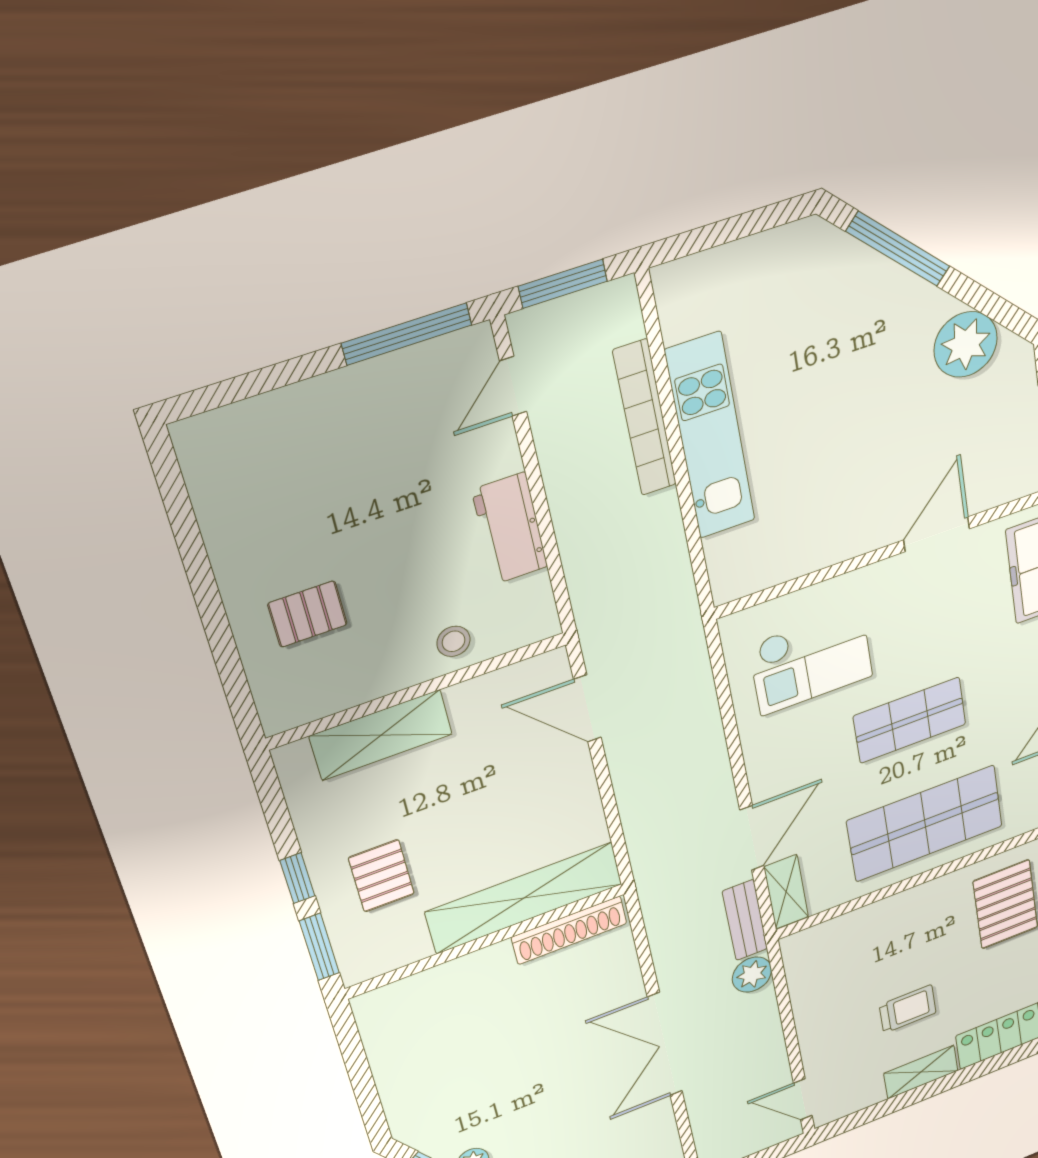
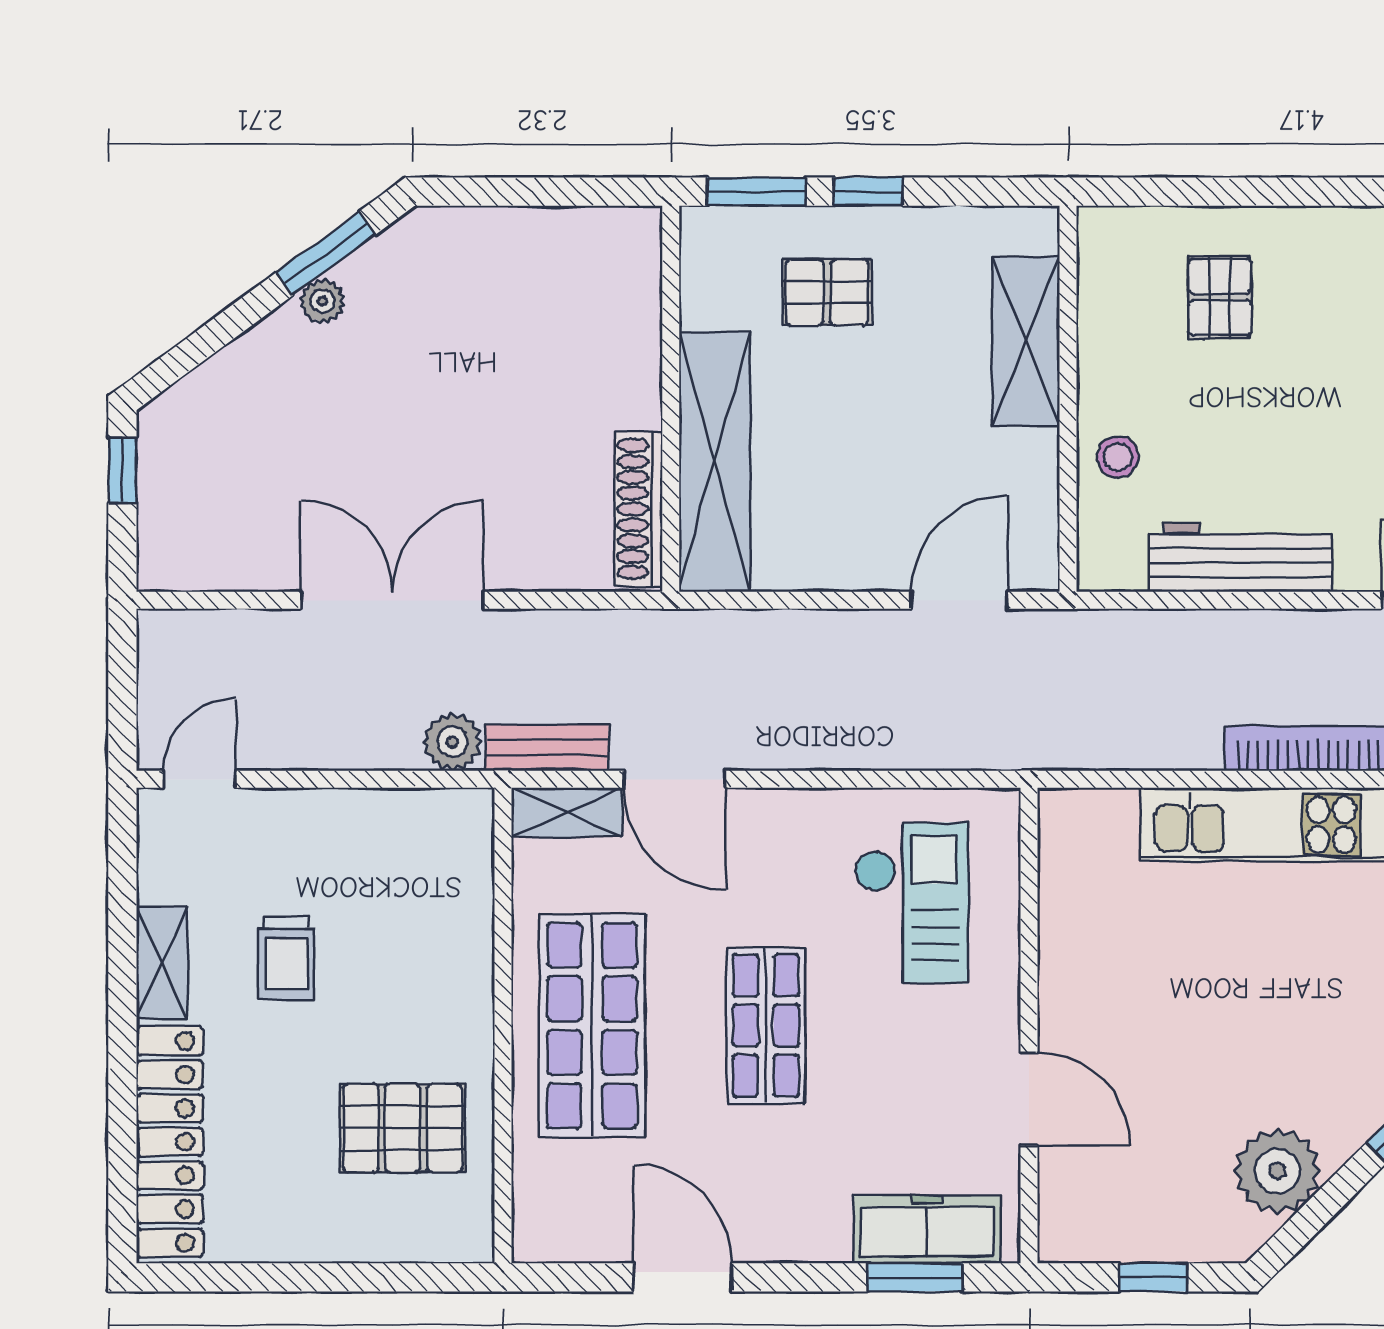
workbench: (510, 528) -> (1241, 557), width x1.38
checkout: (811, 660) -> (911, 903), turned 180

